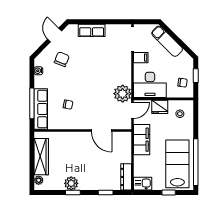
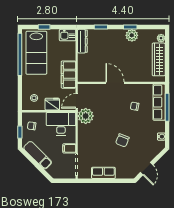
row of seats: (92, 30) -> (103, 173), moved
exam couch: (167, 41) -> (38, 155), moved
chair: (62, 59) -> (122, 140), moved
door: (102, 130) -> (115, 83), moved

